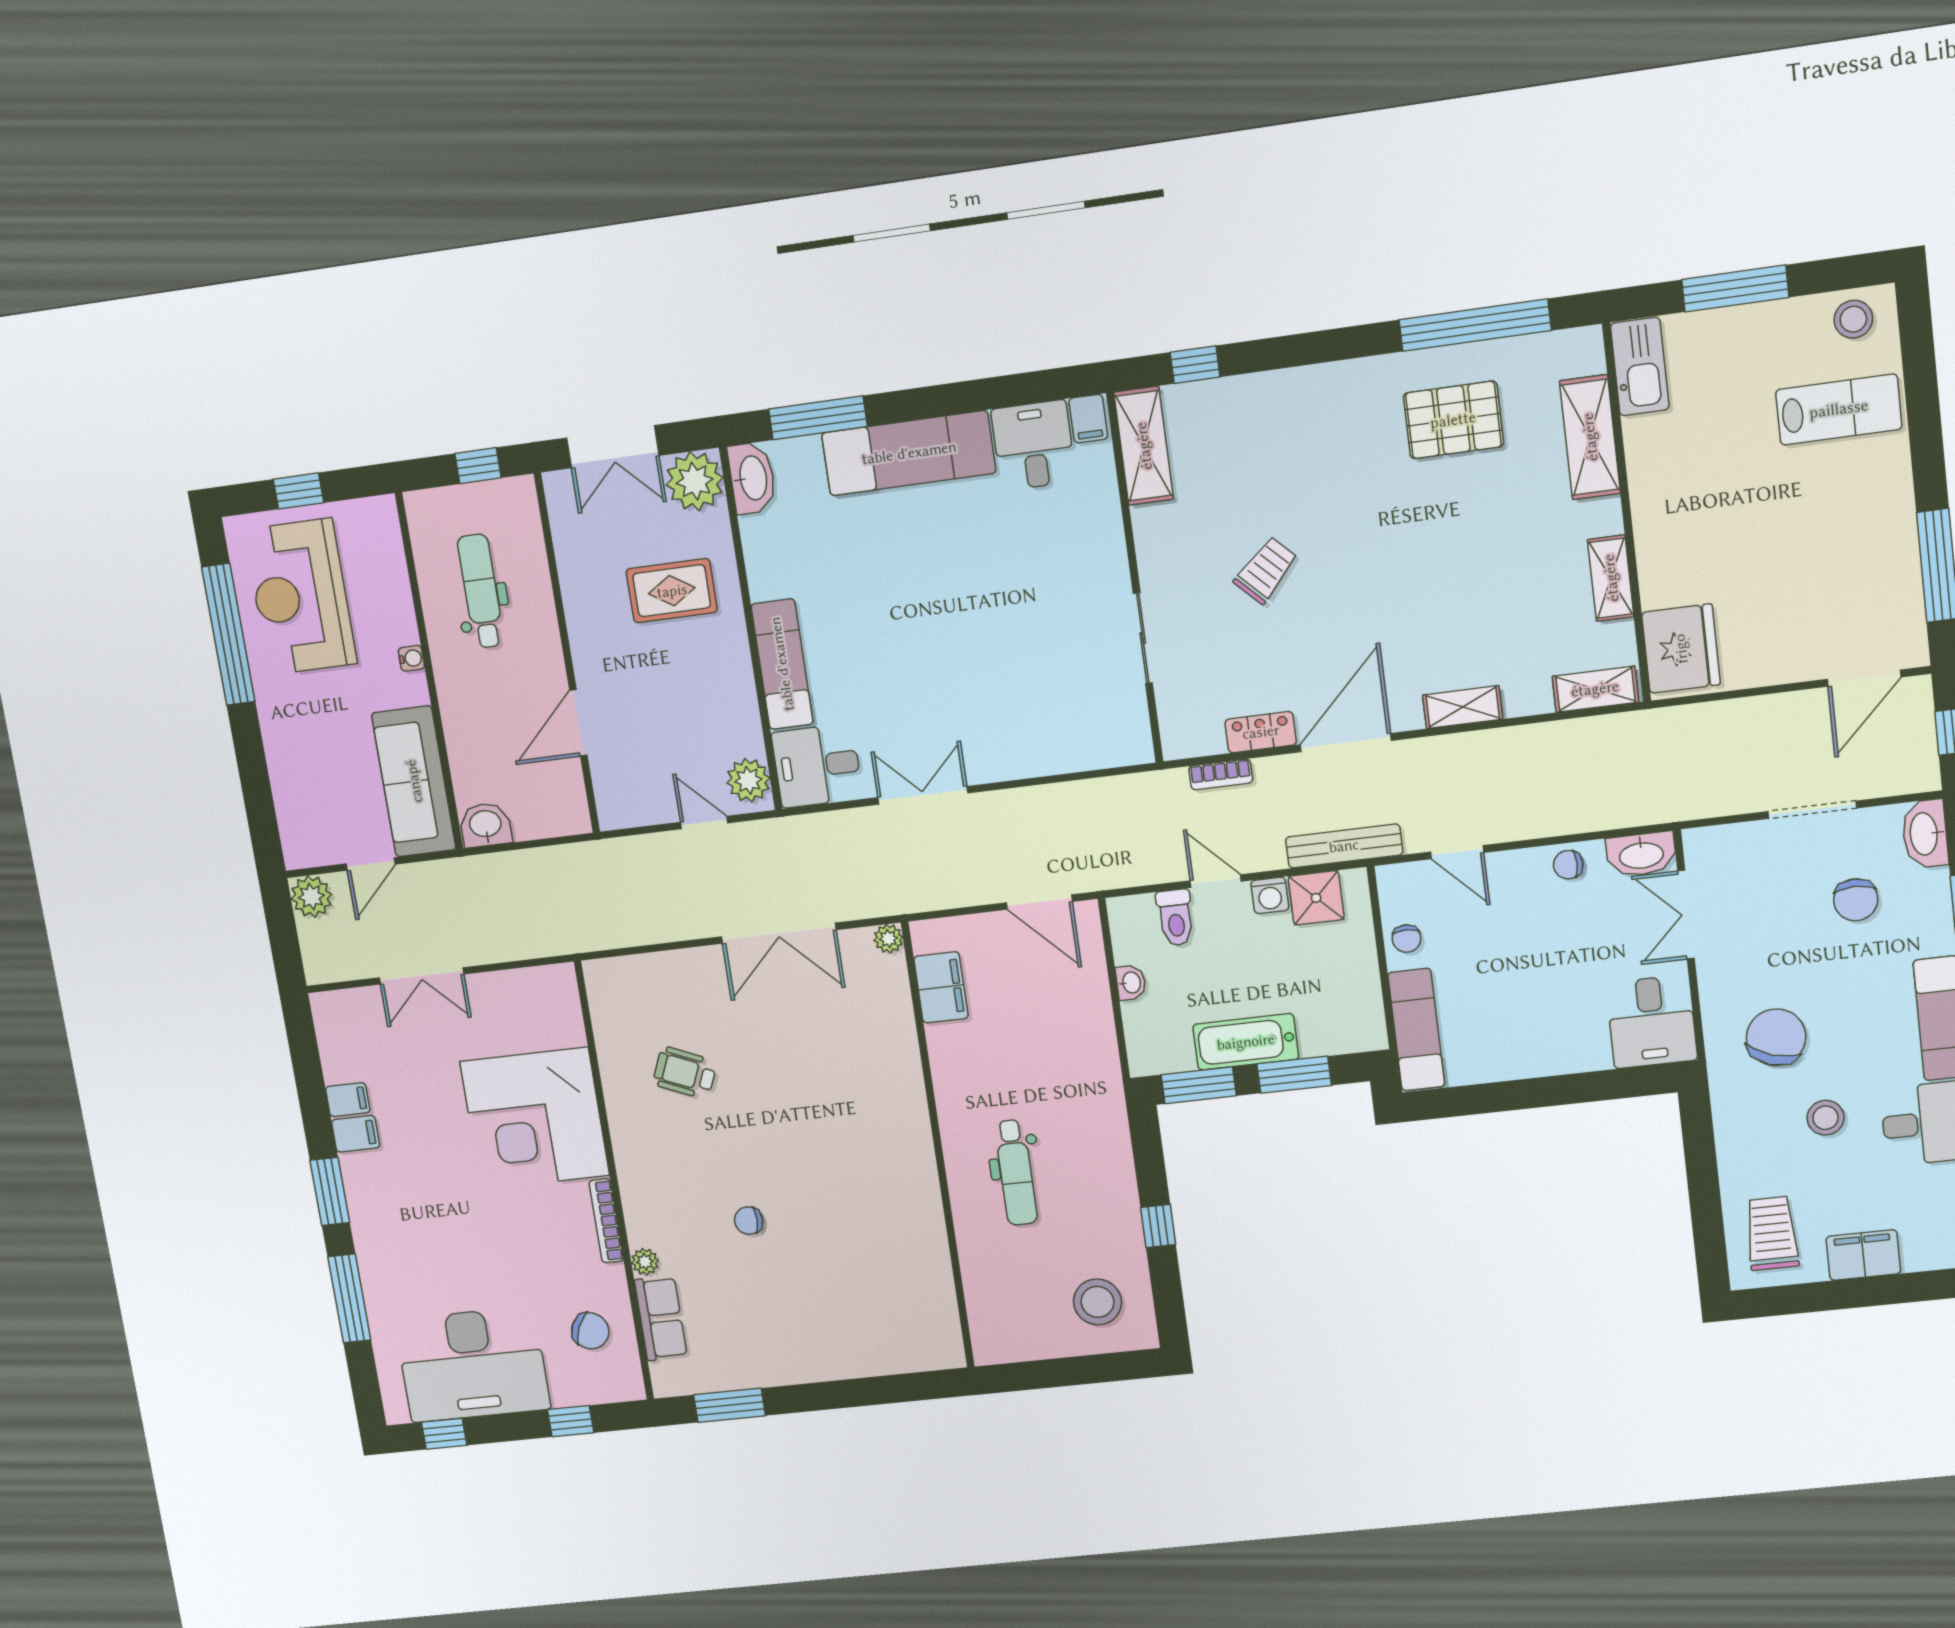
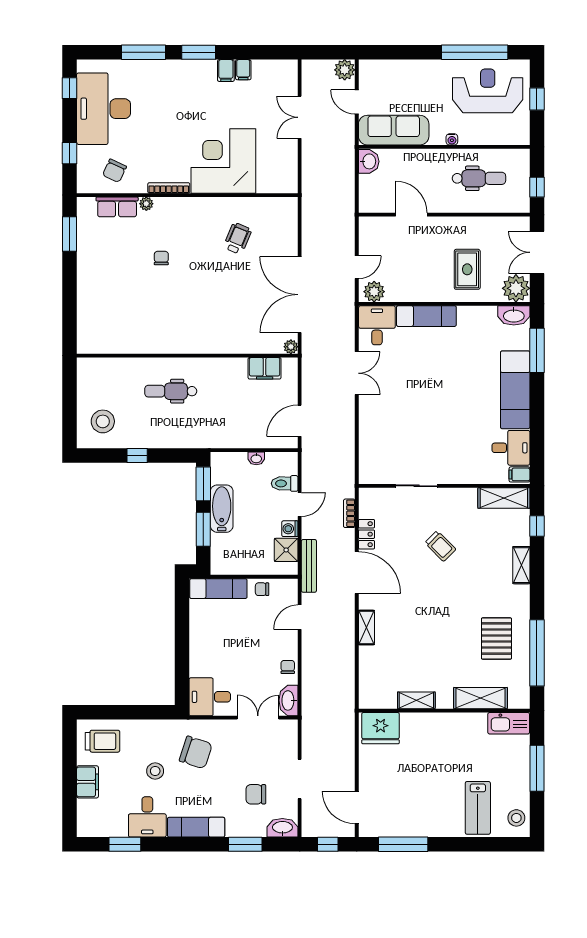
shelving: (1595, 689) -> (521, 565), moved
double door: (779, 933) -> (300, 295), width x1.36

